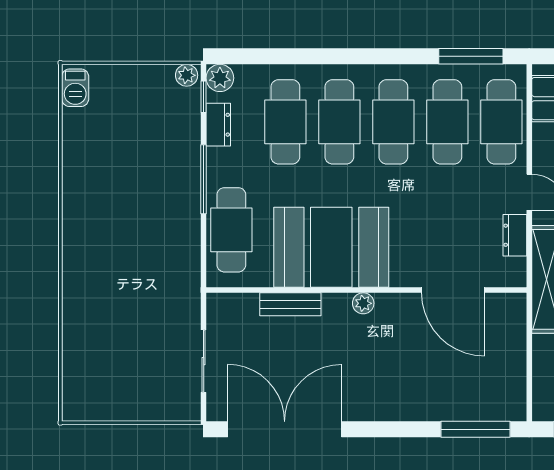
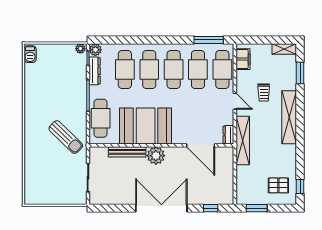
dresser: (218, 125) -> (95, 71), width x1.44
dresser: (515, 235) -> (228, 135), moved
sun lounger: (154, 272) -> (66, 137), added
plant: (363, 303) -> (156, 156), width x1.87, depth x1.87
bench: (290, 304) -> (127, 152), width x1.36
double door: (285, 429) -> (161, 208), moved
window: (476, 429) -> (211, 208), width x0.46

